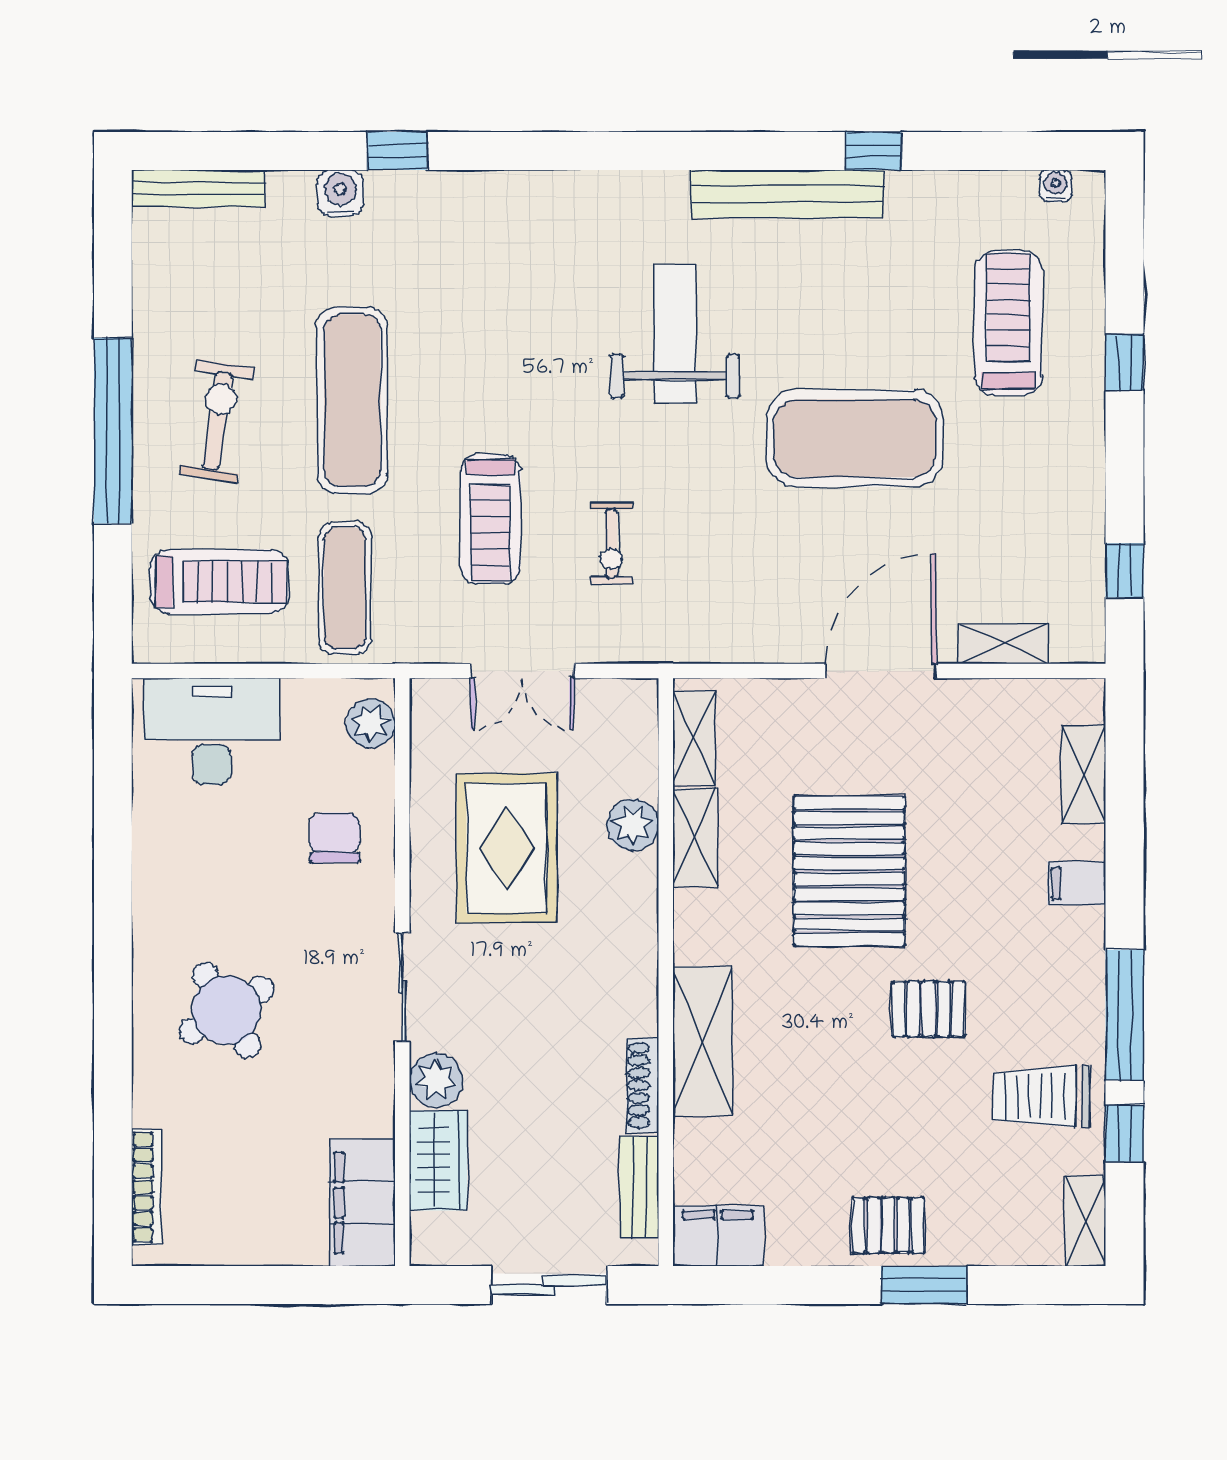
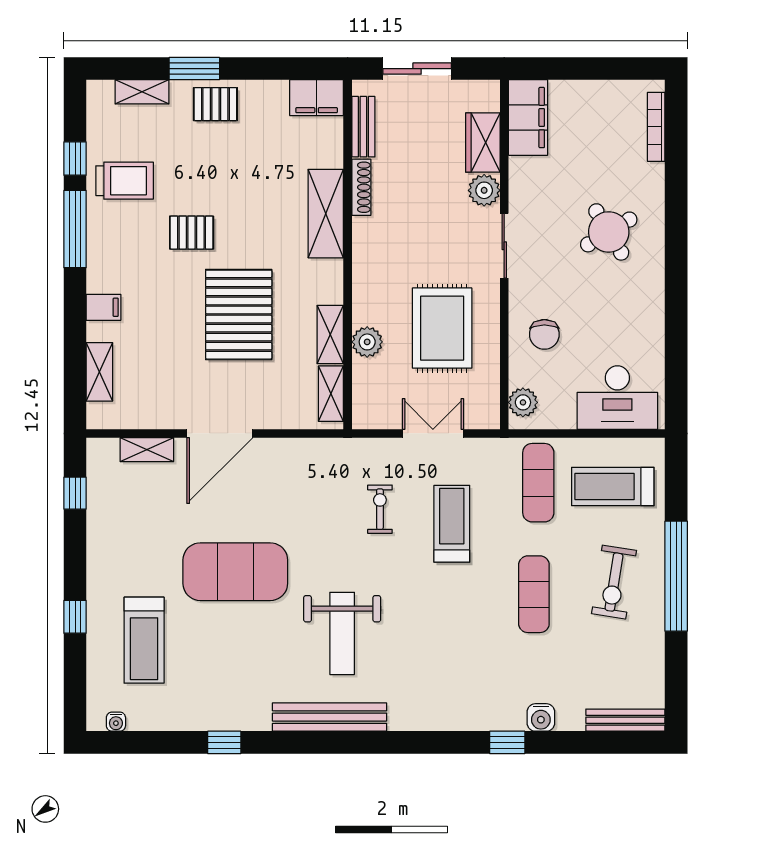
bench: (787, 194) -> (330, 717), moved
exercise mat: (352, 400) -> (534, 594), width x0.73, depth x0.69
shelving: (1085, 1221) -> (142, 92), moved, turned 90

